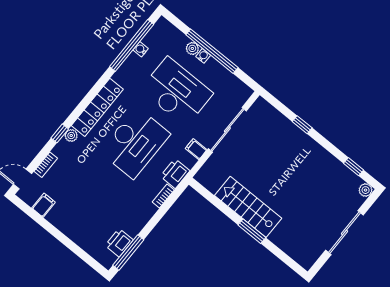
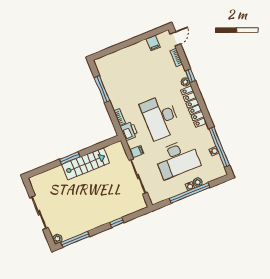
window: (354, 167) -> (75, 239), width x2.17
printer: (119, 243) -> (106, 76), removed
window: (128, 252) -> (102, 89), moved

